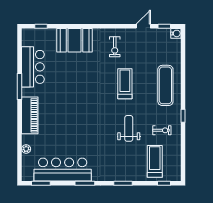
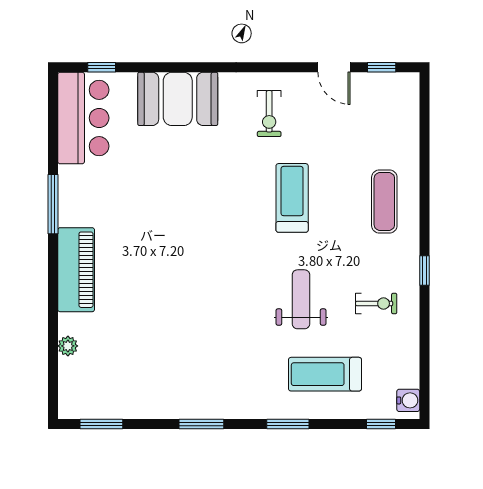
door: (143, 26) -> (334, 67), swing flipped
water cooler: (176, 33) -> (408, 400), moved
bar counter: (33, 67) -> (83, 118), moved
exercise mat: (165, 85) -> (384, 201), width x0.73, depth x0.69
treadmill: (155, 161) -> (325, 374), moved, turned -90
bar counter: (63, 170) -> (151, 393), removed

